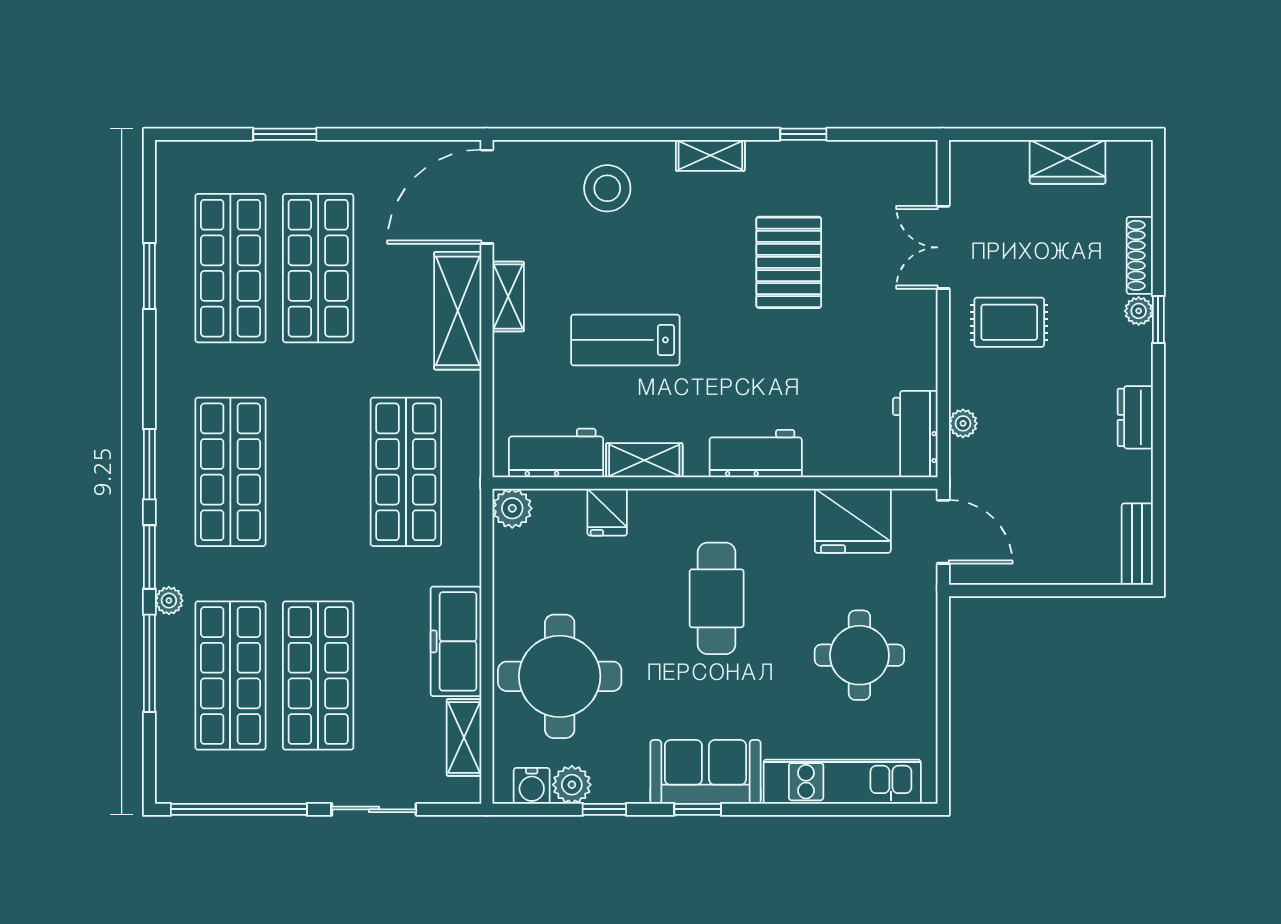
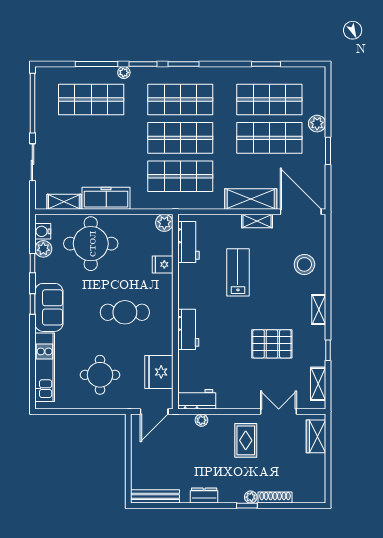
window: (285, 134) -> (328, 151), moved
plant: (286, 159) -> (317, 124), added
wardrobe: (1068, 162) -> (316, 436), moved
shelving: (644, 460) -> (318, 384), moved
bench: (1137, 544) -> (155, 496), width x1.36
shop shelf: (318, 676) -> (180, 138), moved

